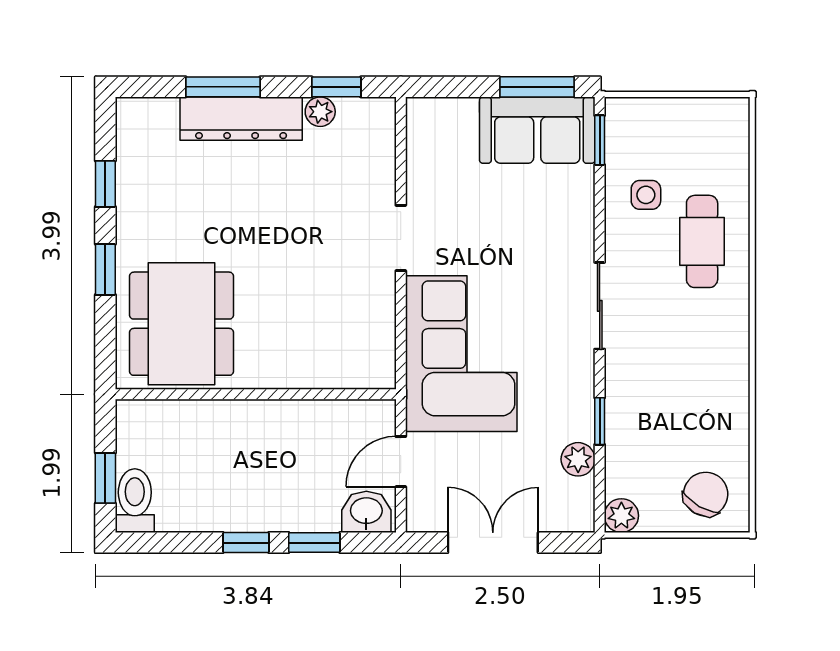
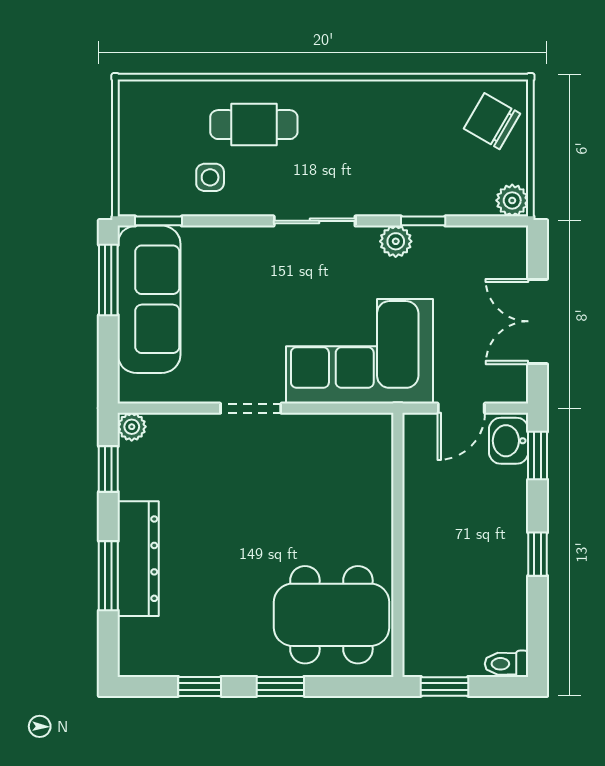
plant: (320, 112) -> (132, 427), moved
sofa: (537, 130) -> (149, 299), width x1.36
plant: (578, 459) -> (396, 241), moved
door: (401, 462) -> (461, 408), hinge flipped
window: (105, 478) -> (445, 686), moved
toilet: (135, 501) -> (506, 664), width x0.73, depth x0.72
window: (314, 543) -> (538, 456), moved

